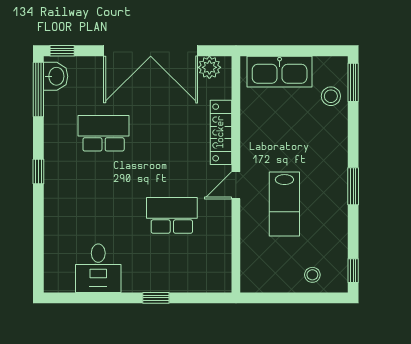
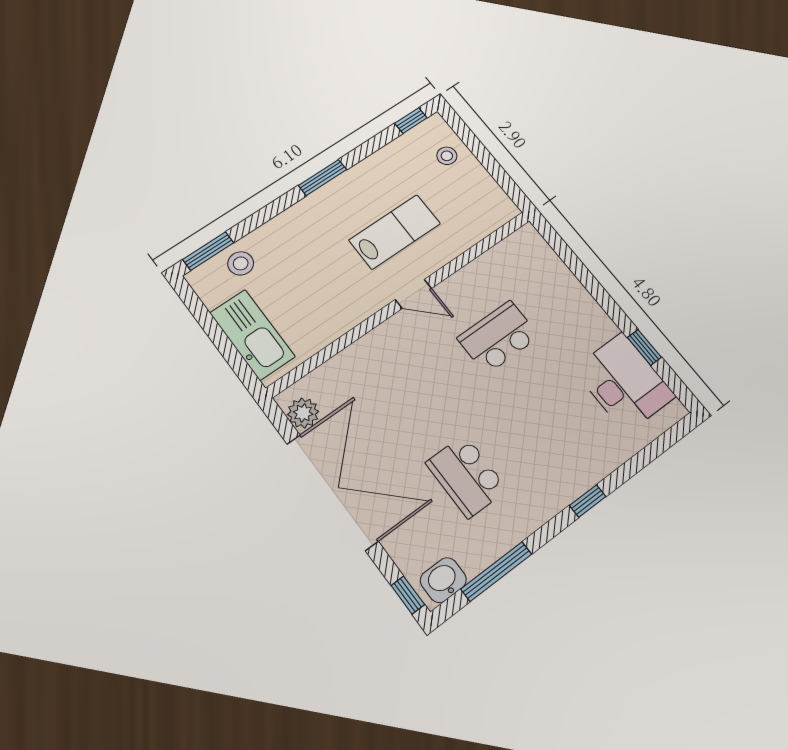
window: (38, 90) -> (496, 572), moved
locker: (221, 132) -> (367, 349), removed
window: (38, 172) -> (588, 501), moved
school desk: (172, 215) -> (498, 337), turned 90
desk: (98, 268) -> (624, 383), width x1.37
window: (156, 298) -> (644, 347), moved

